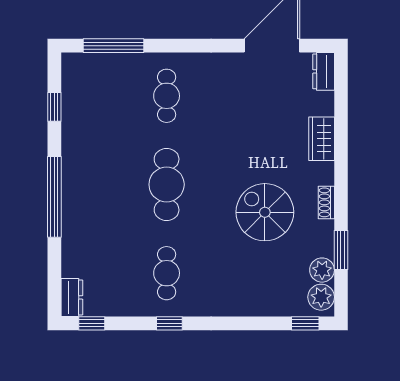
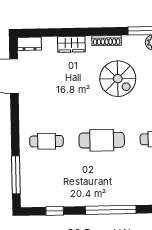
shoe rack: (326, 202) -> (107, 41), width x1.43
spiral stairs: (265, 212) -> (118, 79), turned -90

